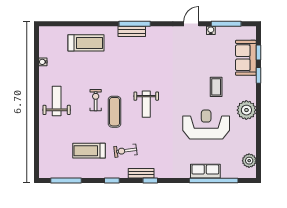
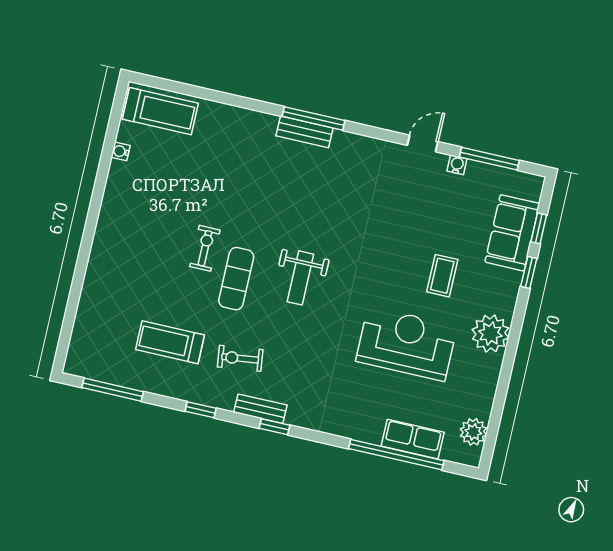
treadmill: (86, 43) -> (160, 111), moved
weight bench: (57, 101) -> (130, 233), removed
row of seats: (205, 171) -> (413, 439), moved

